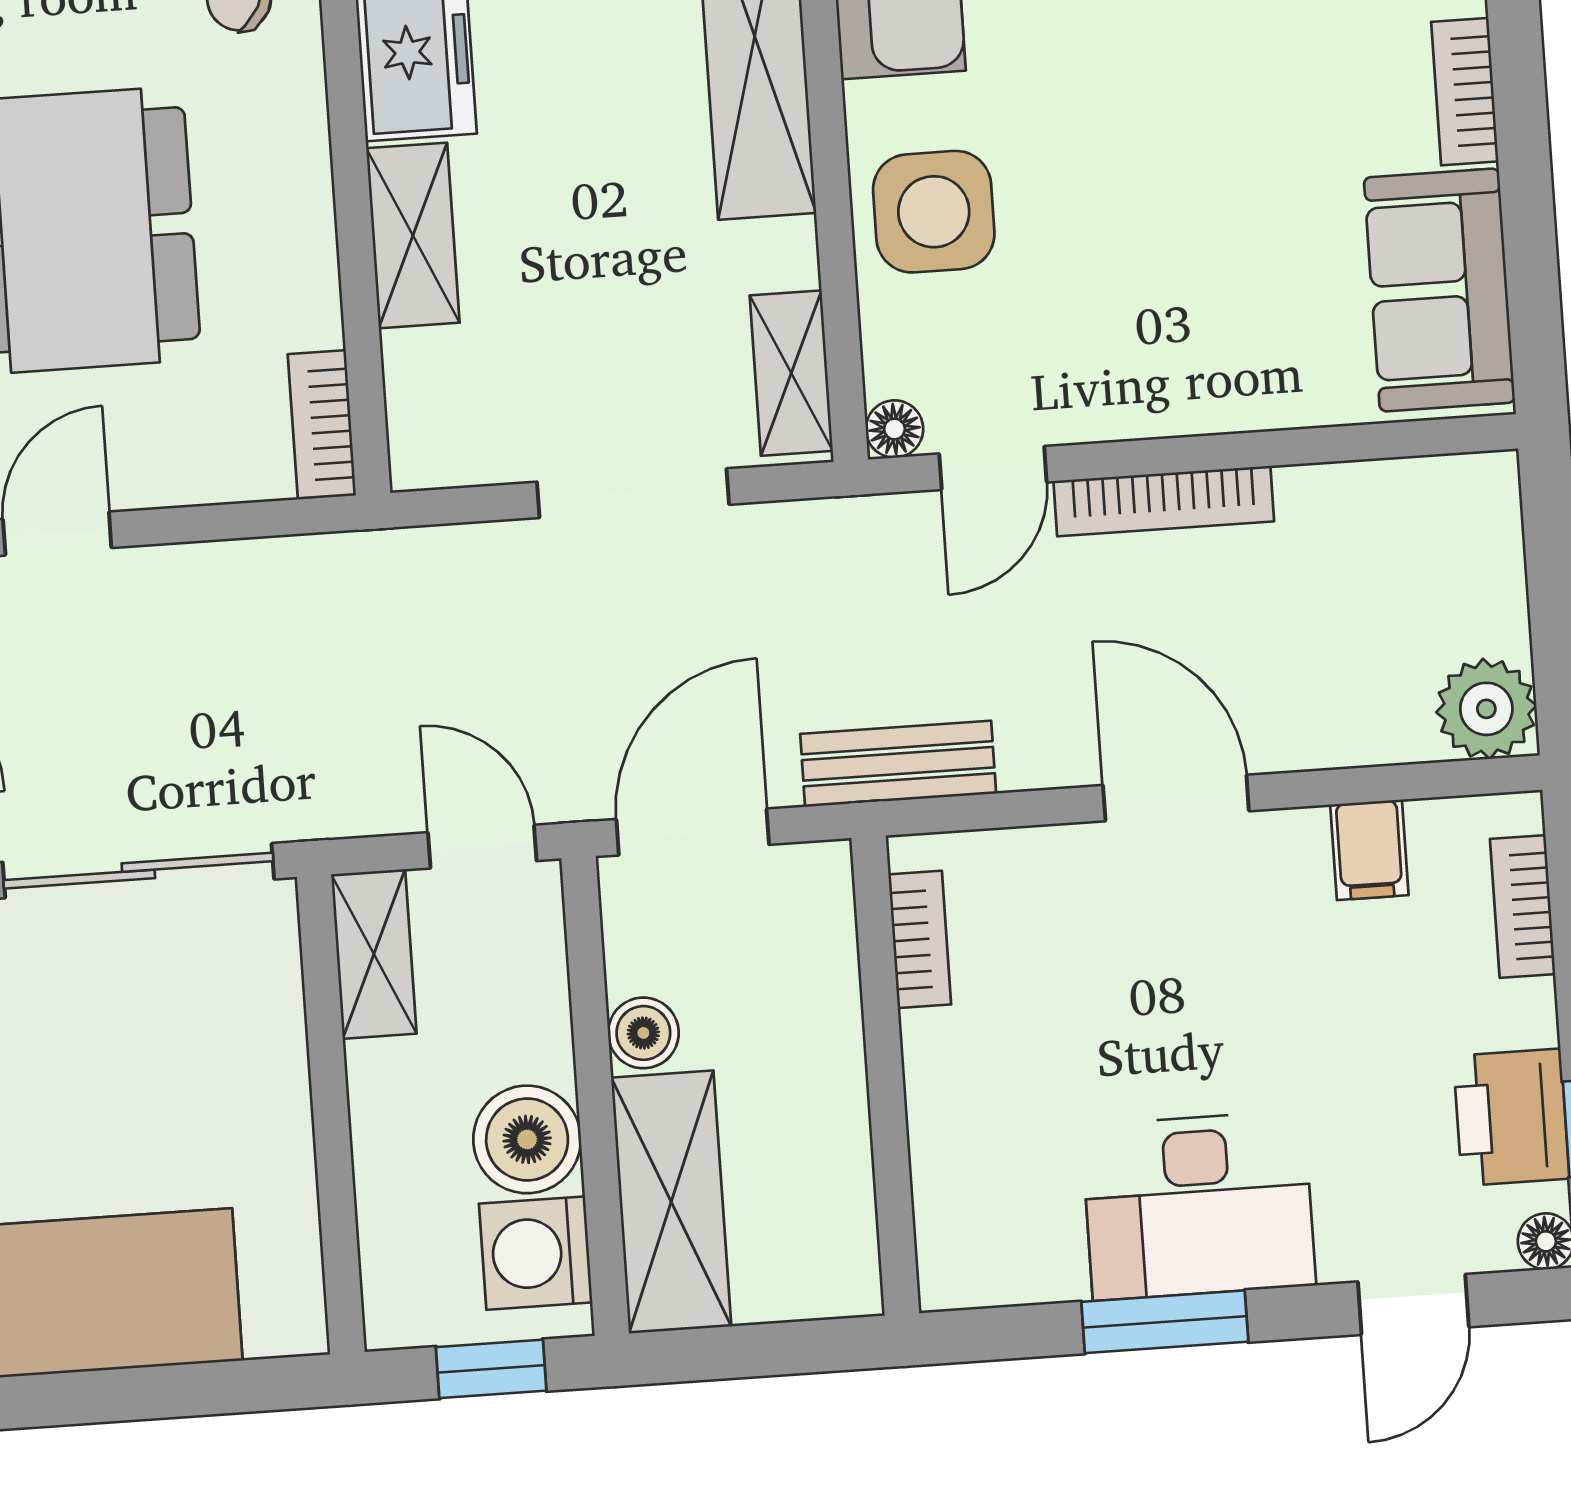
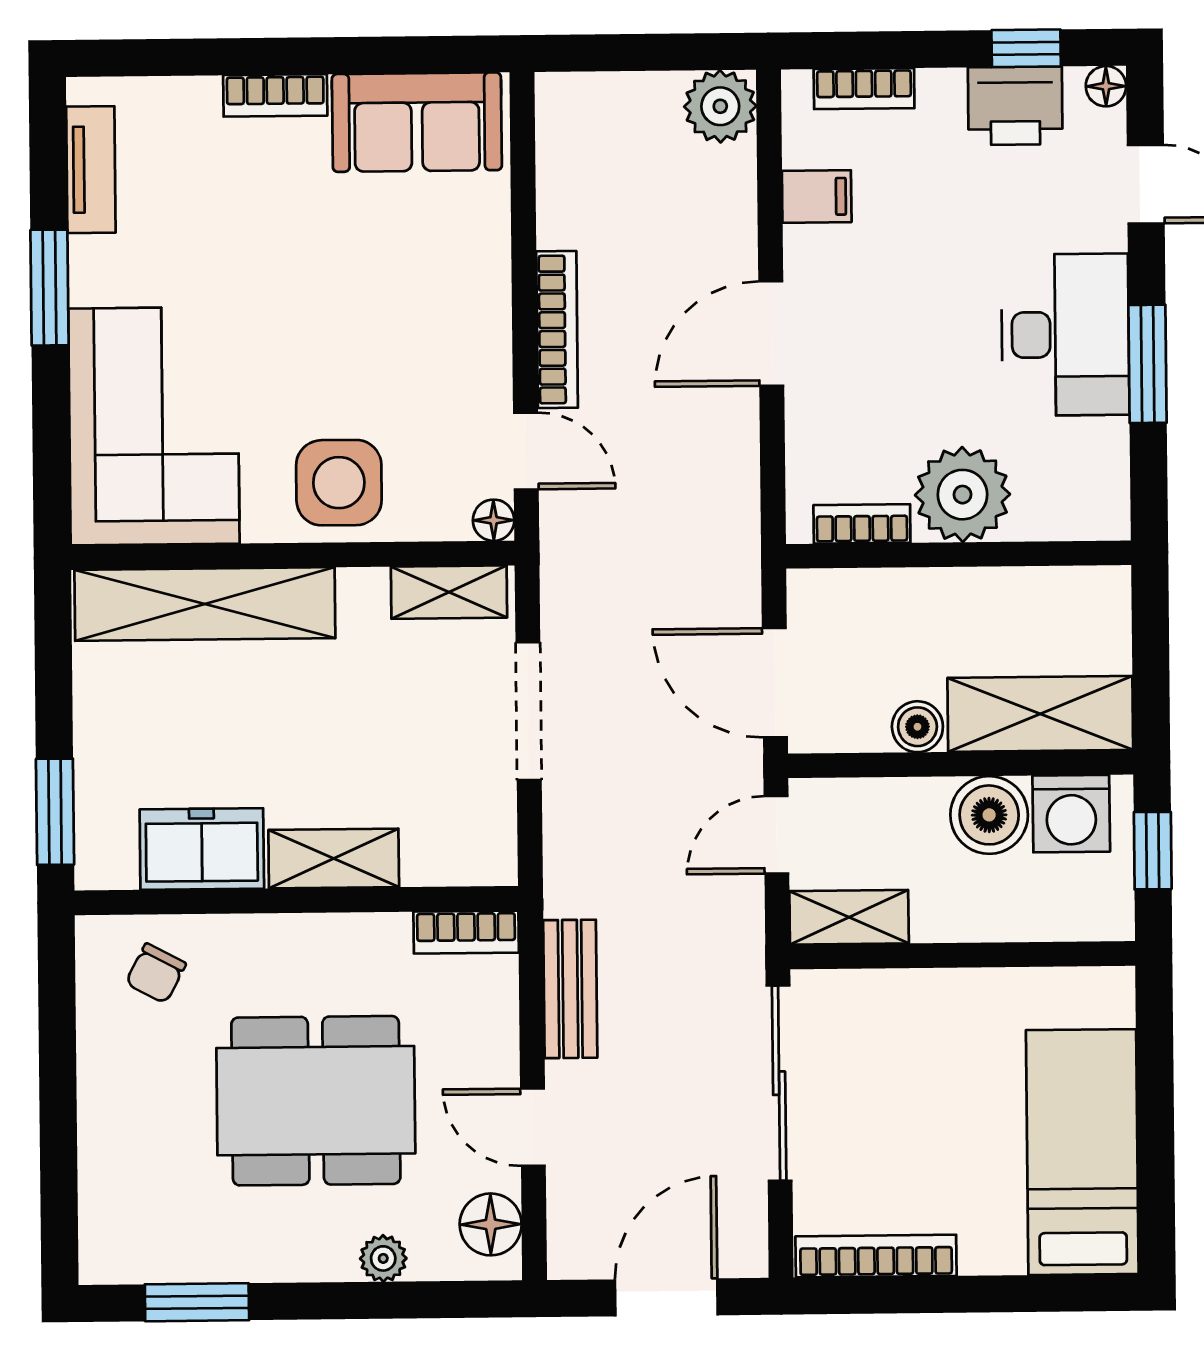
bench: (898, 764) -> (570, 989), moved
plant: (969, 1076) -> (963, 495), added

